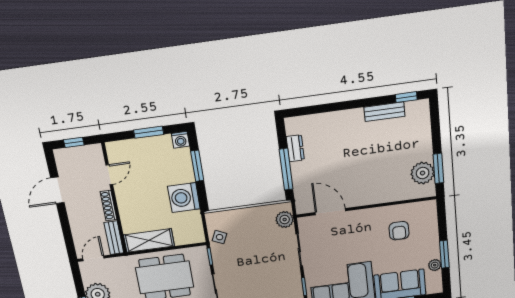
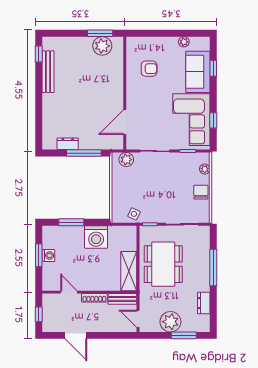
bench: (384, 112) -> (48, 72), width x1.36
washing machine: (180, 140) -> (48, 255), moved
window: (444, 254) -> (175, 33), removed

